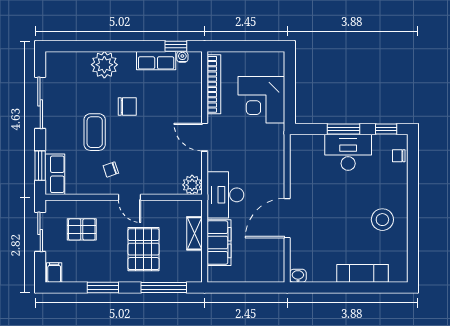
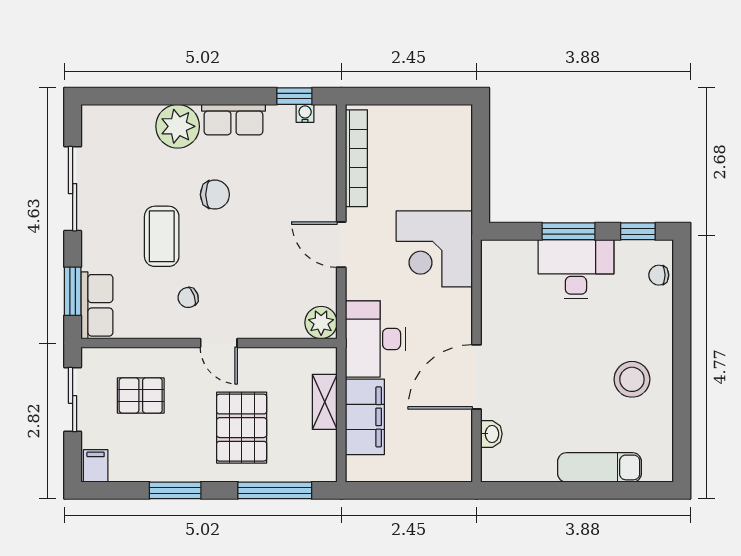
row of seats: (156, 61) -> (233, 120), moved
corner desk: (261, 100) -> (434, 249), moved
washbasin: (298, 276) -> (491, 434), moved, turned 90

